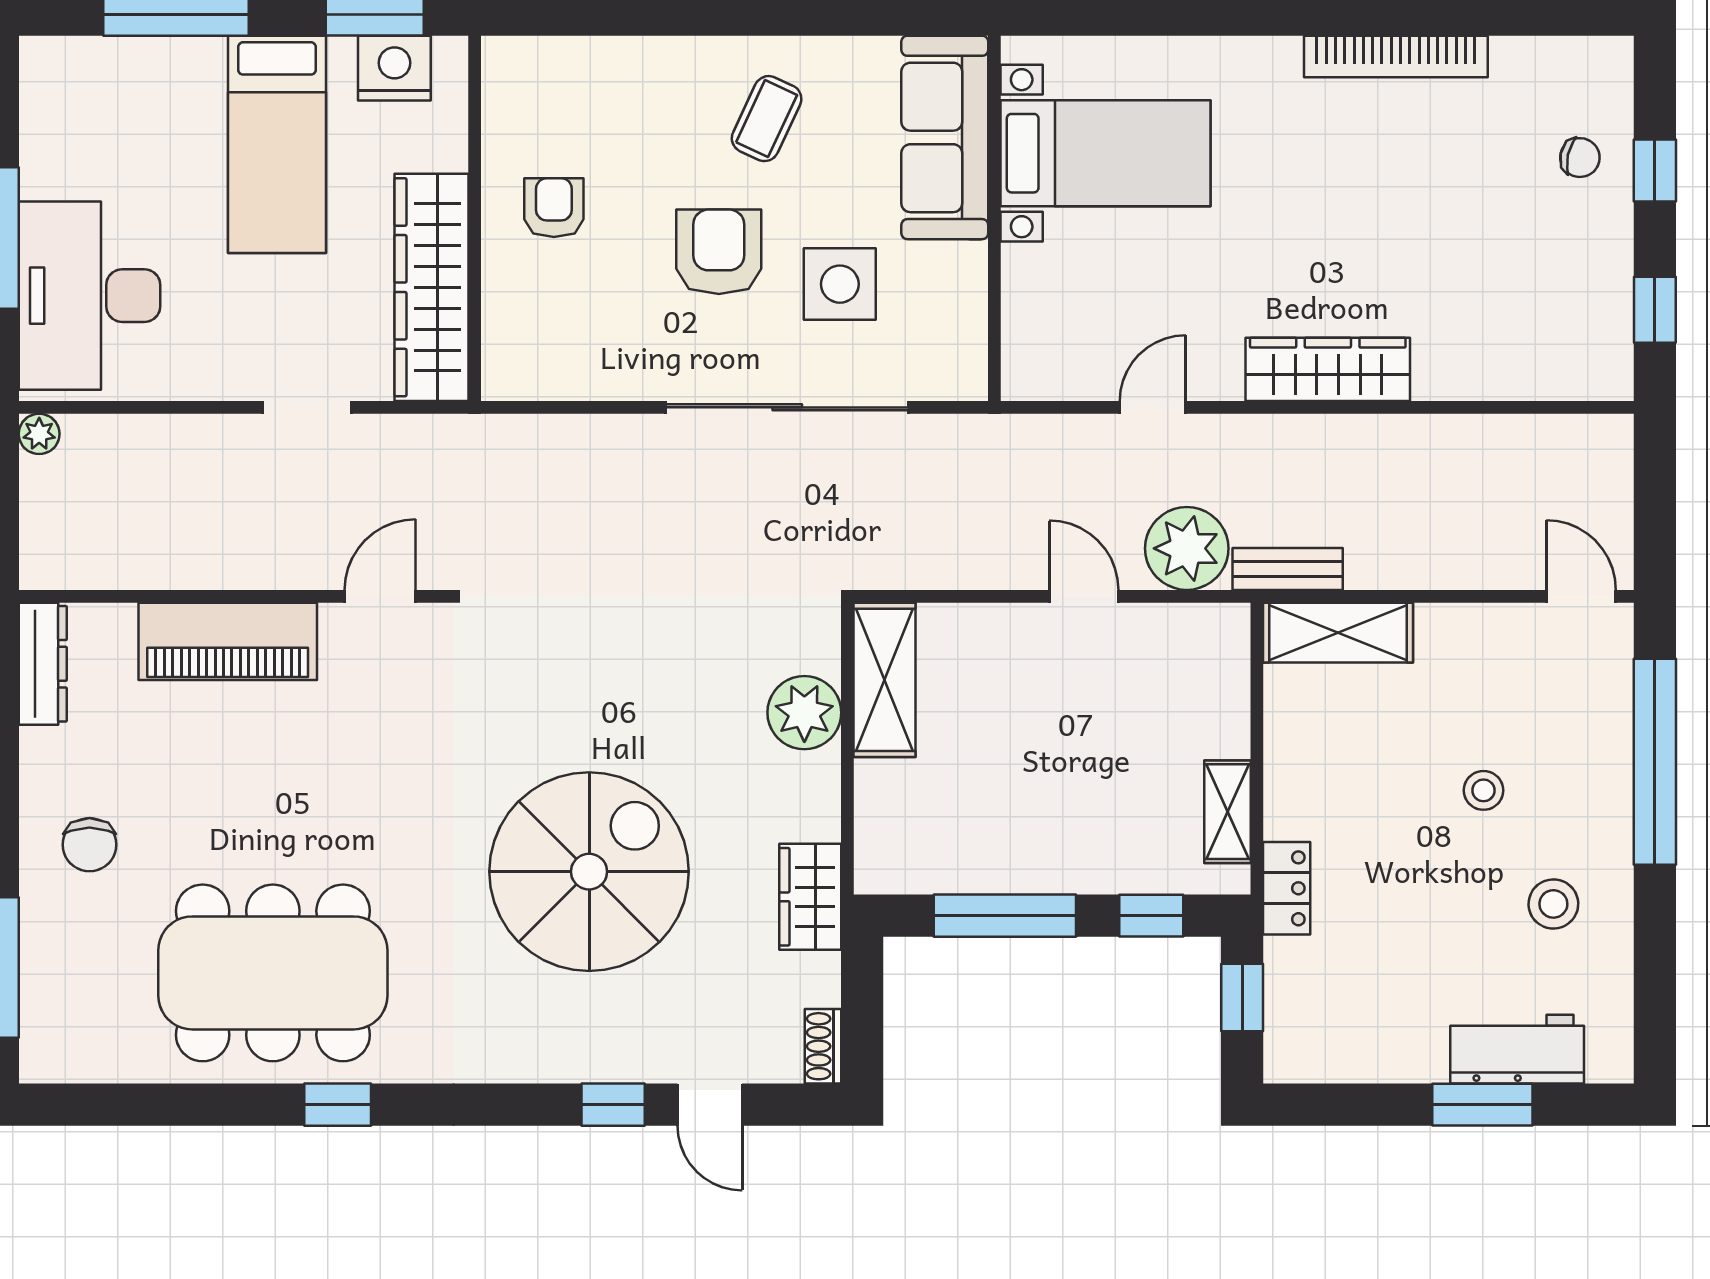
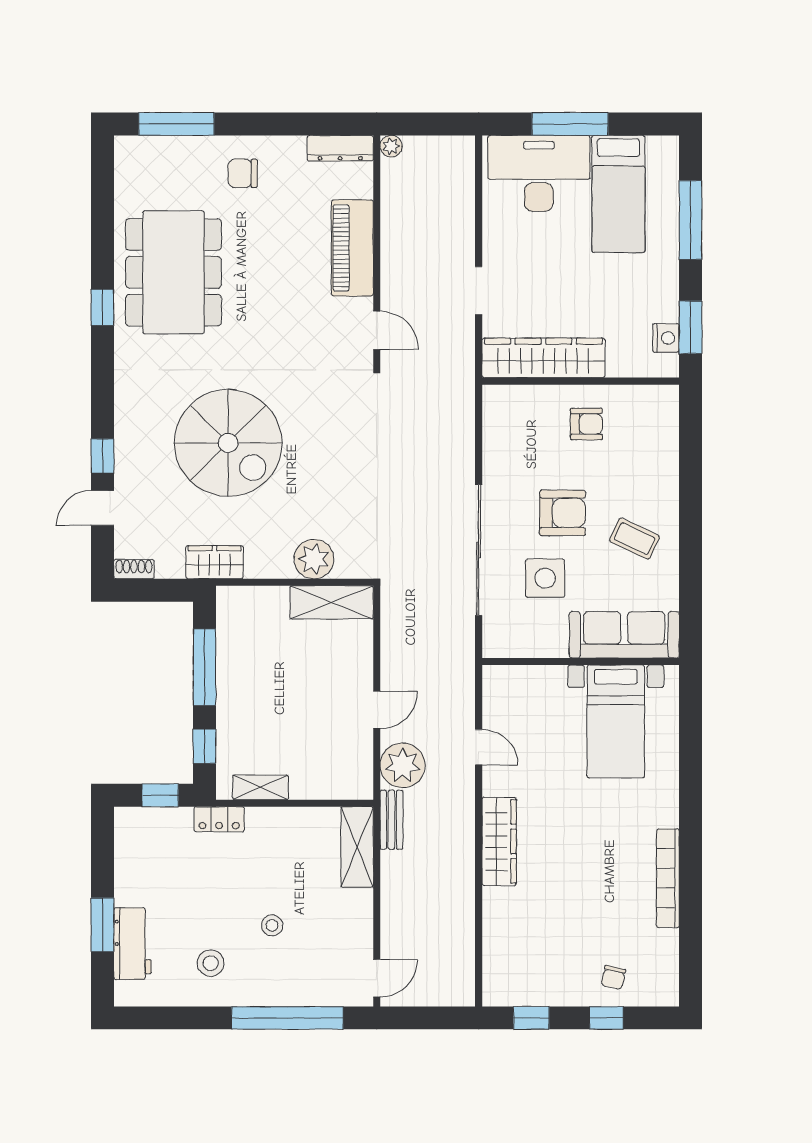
nightstand: (394, 68) -> (666, 338), width x0.74, depth x0.75
bed: (277, 144) -> (618, 194), moved, turned -90
plant: (39, 434) -> (391, 146), moved

